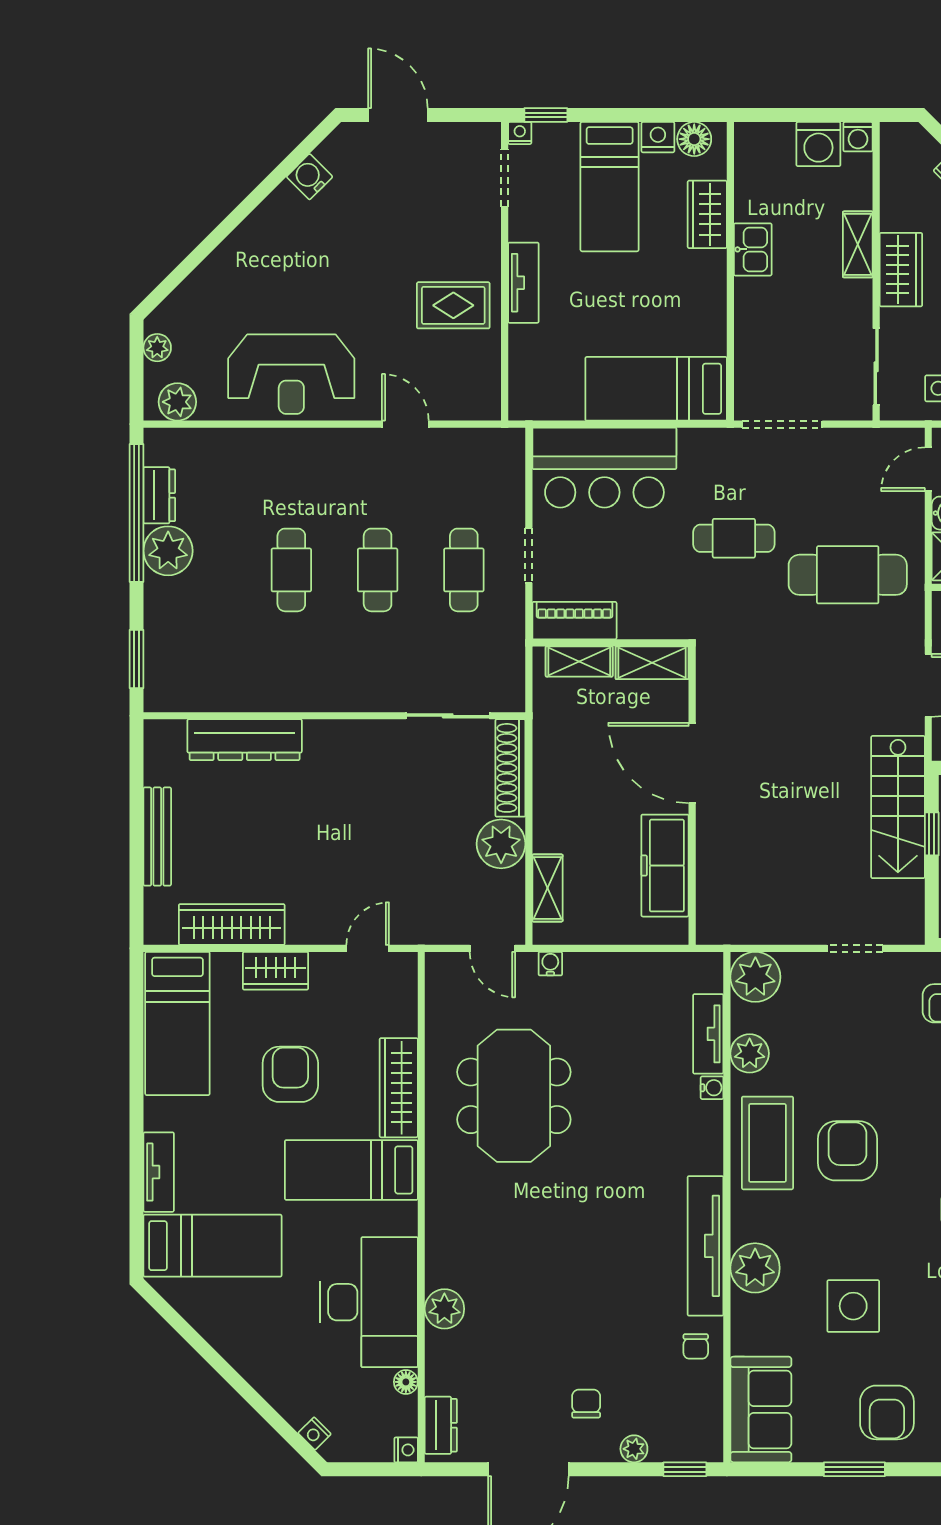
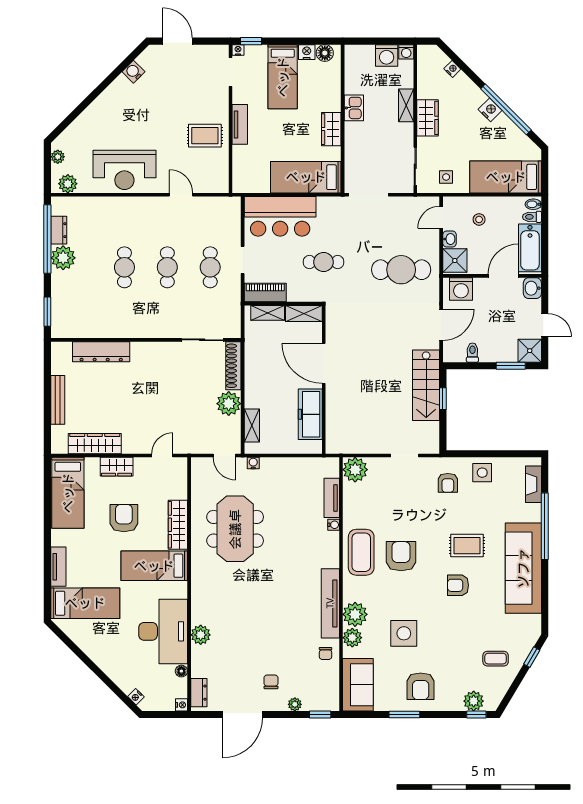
wardrobe: (707, 214) -> (331, 129), moved
cafe table: (734, 538) -> (324, 262), moved
plant: (750, 1053) -> (352, 638), moved

